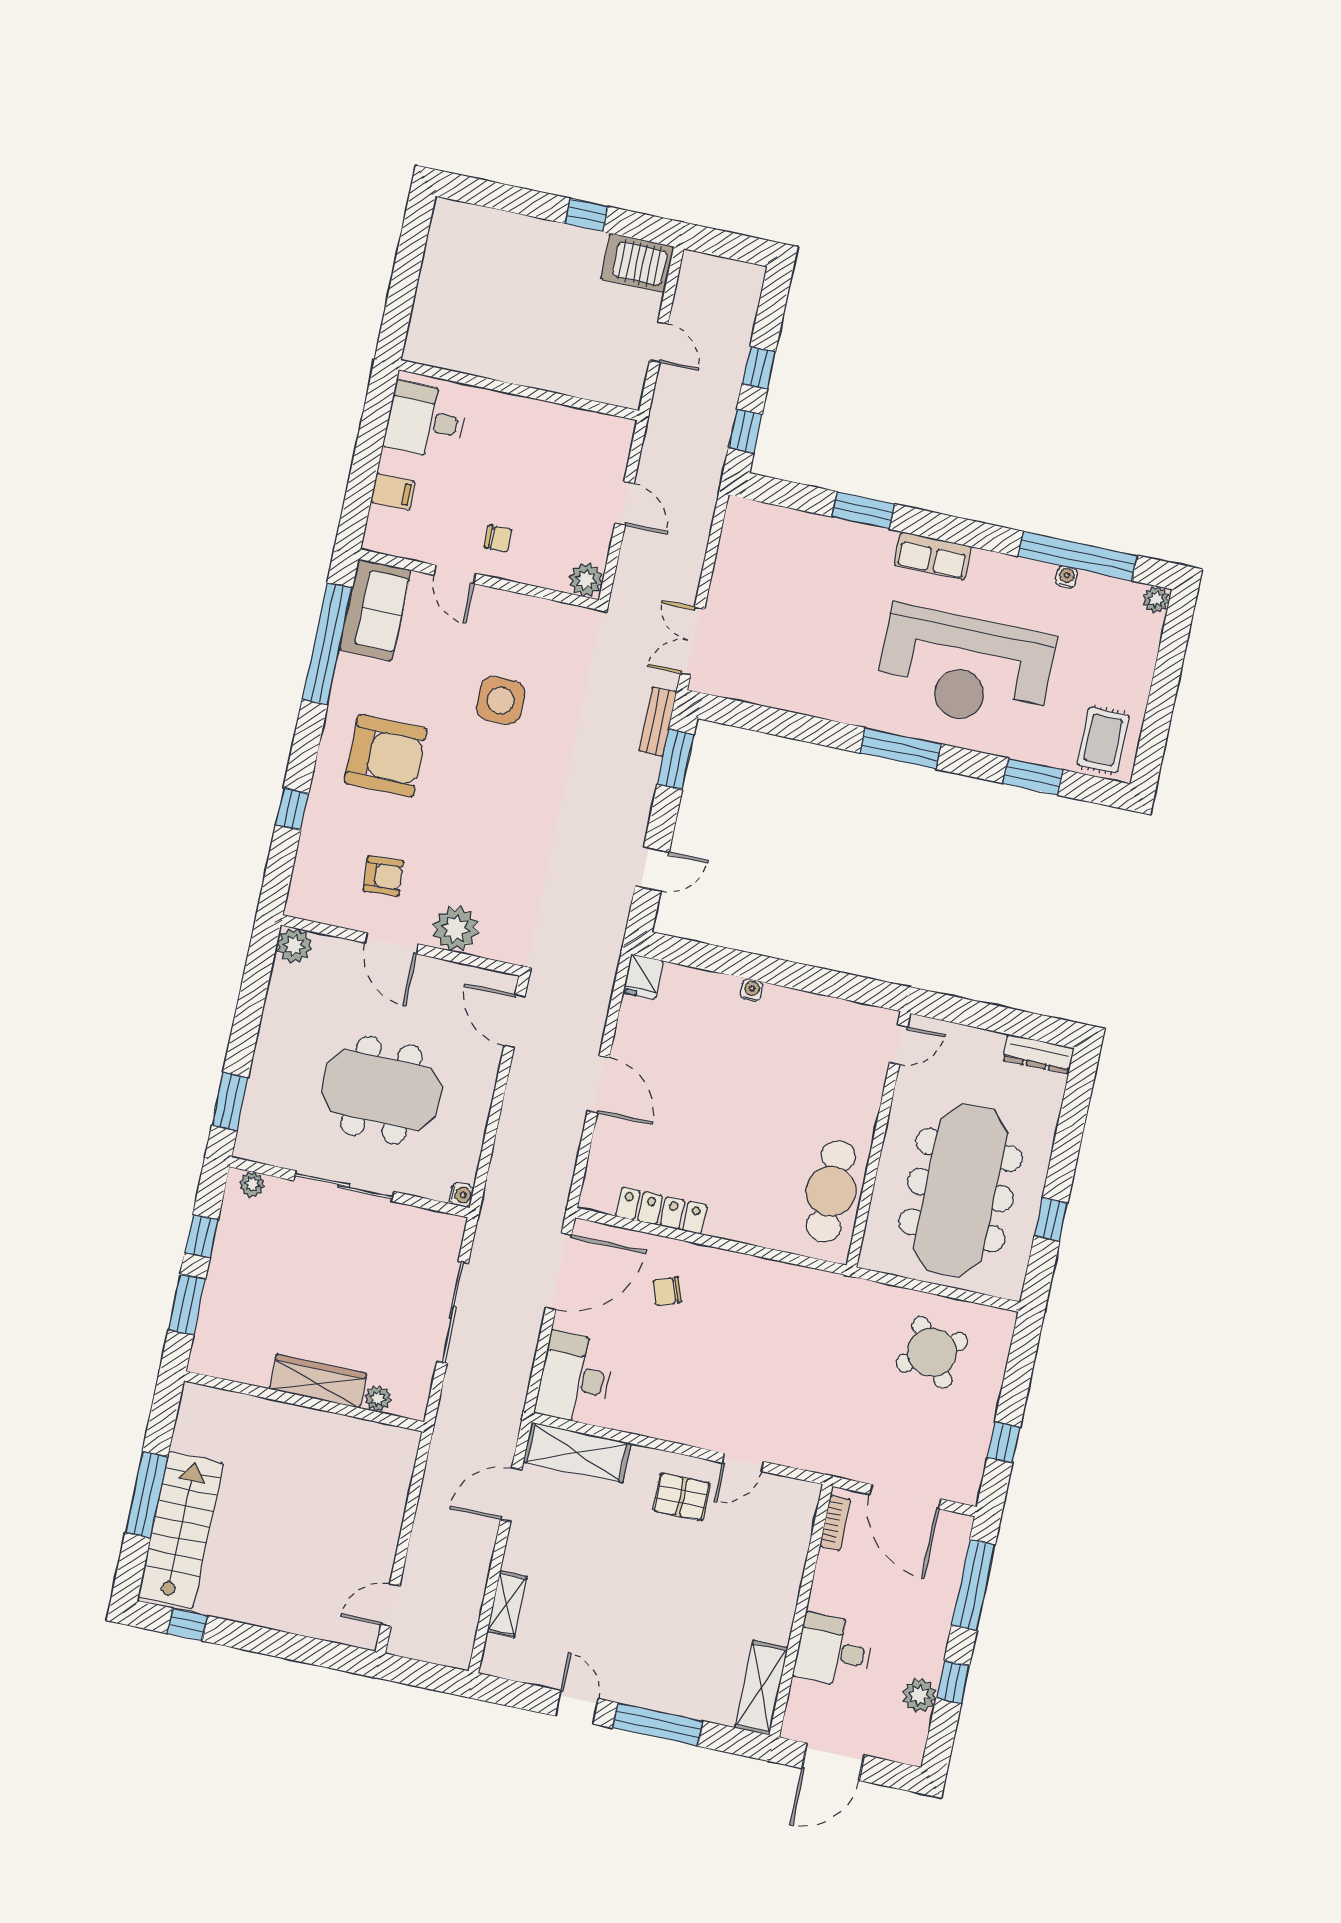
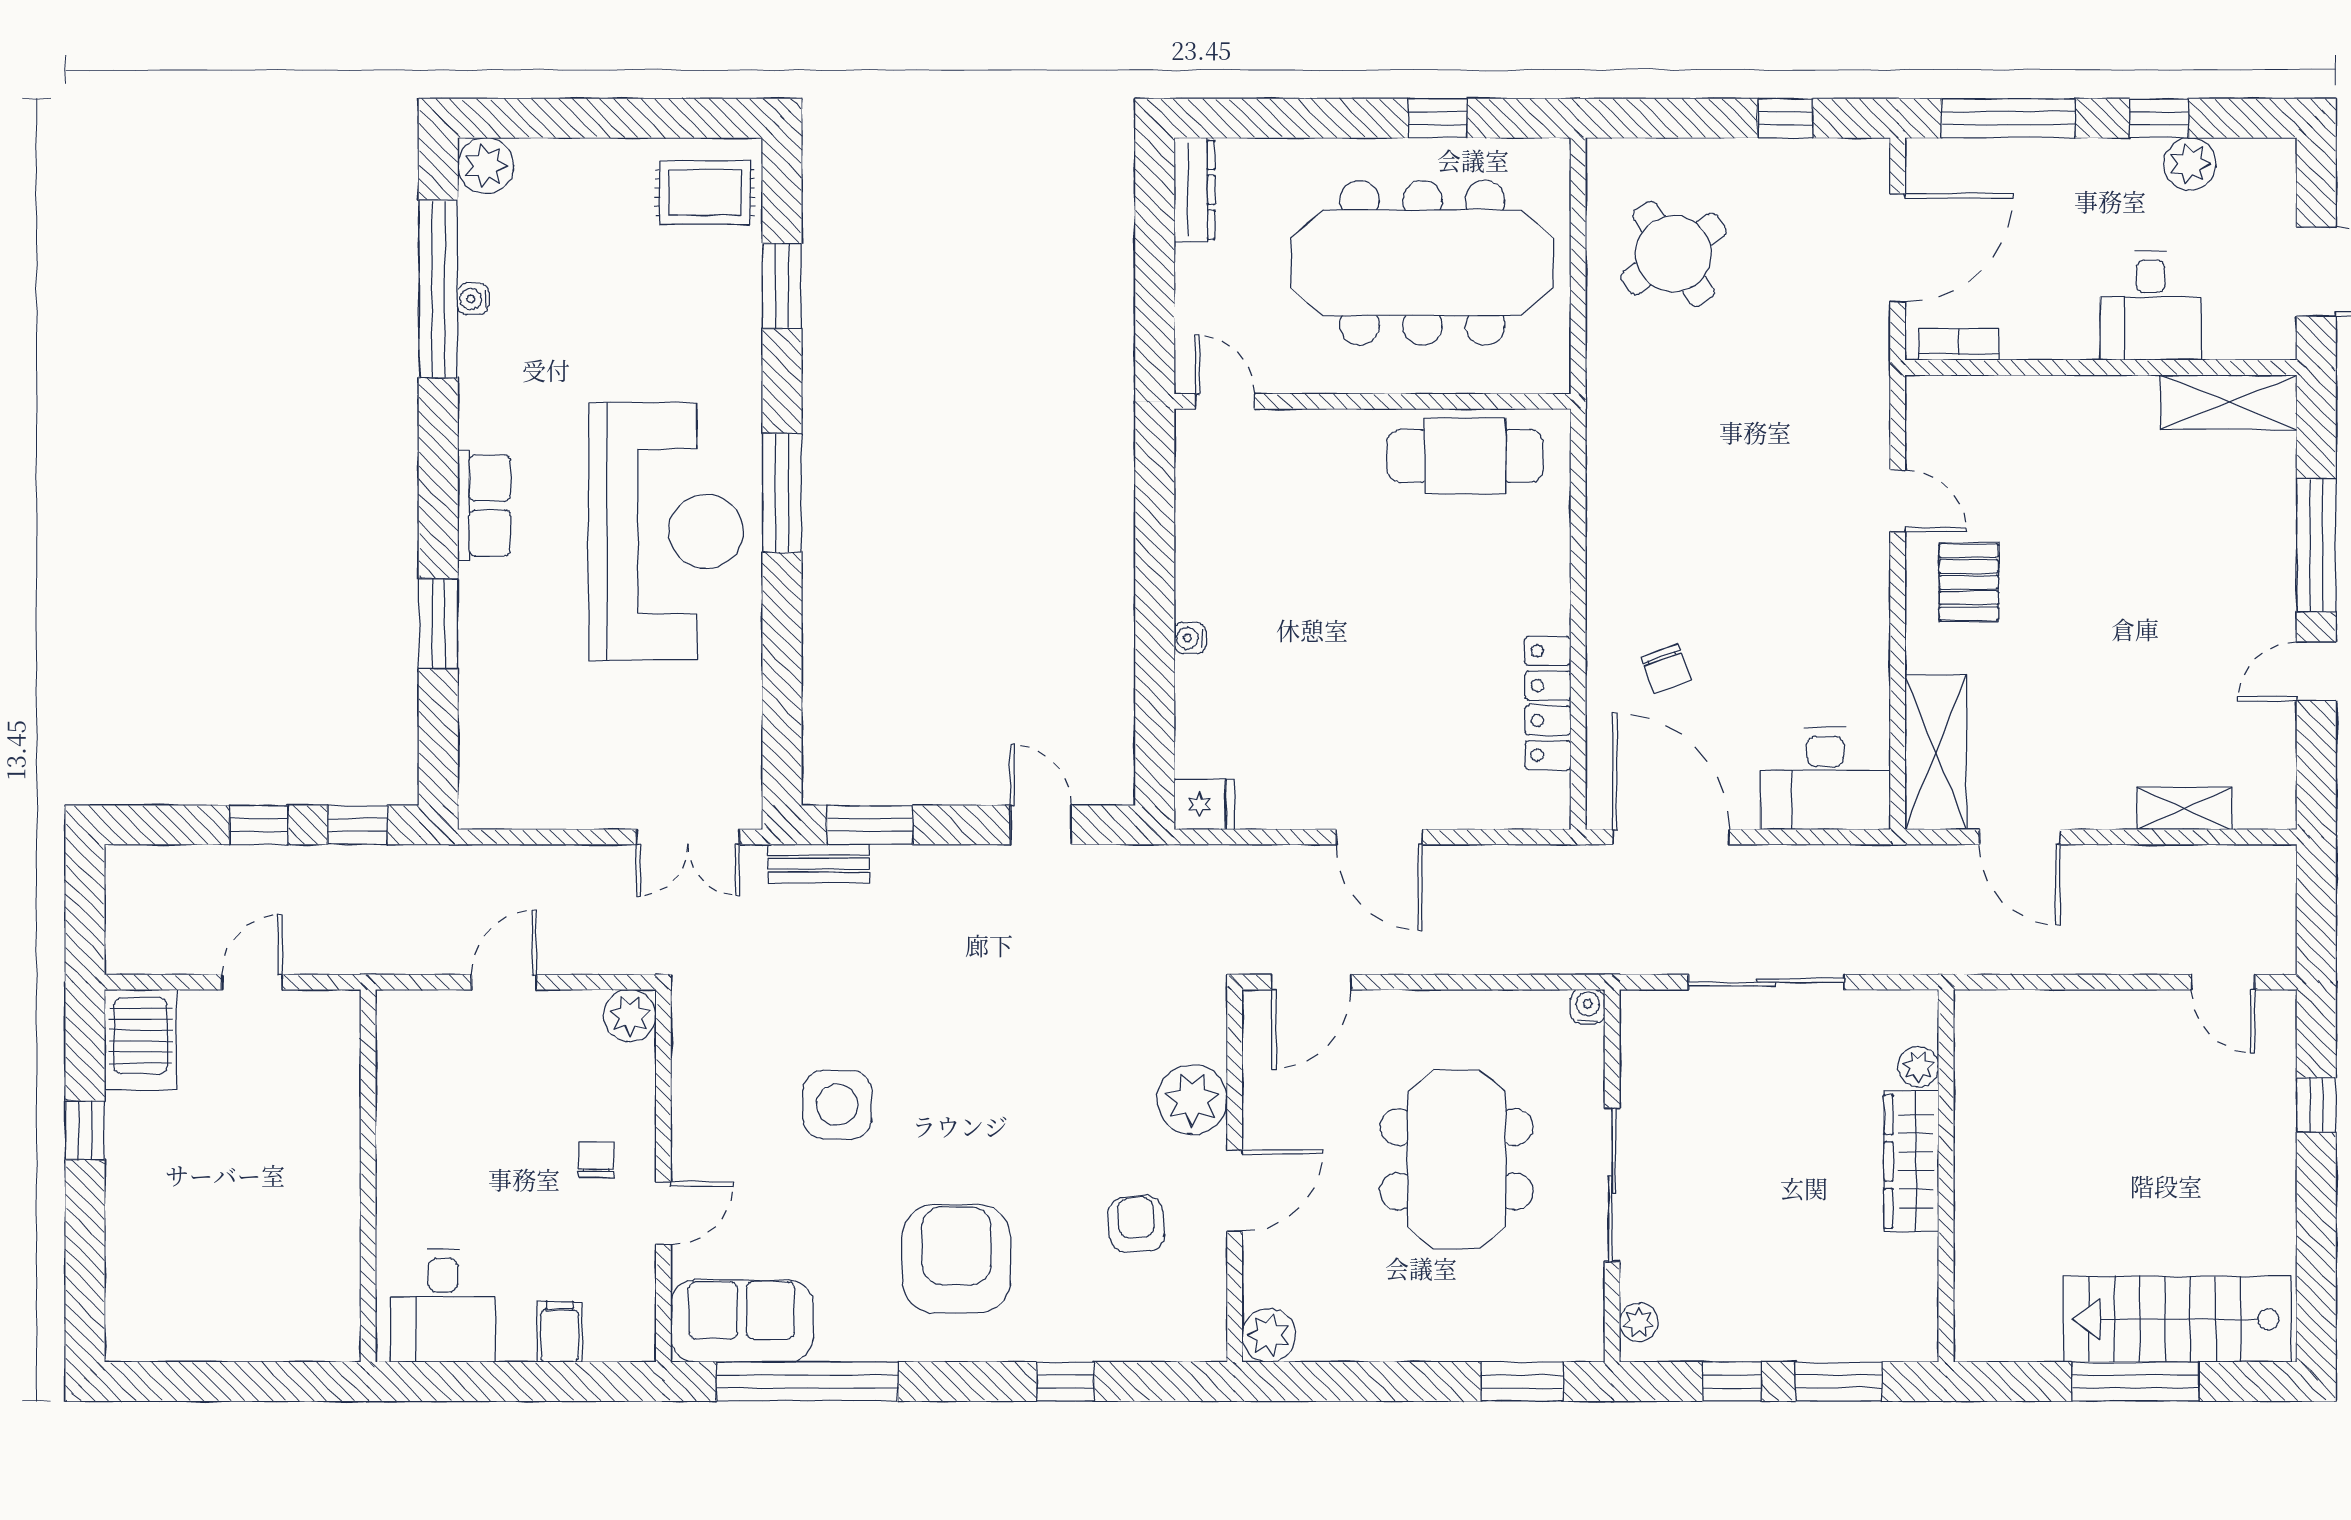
plant: (1156, 599) -> (486, 166), width x1.38, depth x1.38
reception desk: (965, 668) -> (666, 531), moved
door: (598, 1084) -> (1379, 837), swing flipped
window: (187, 1625) -> (2316, 1105), moved

